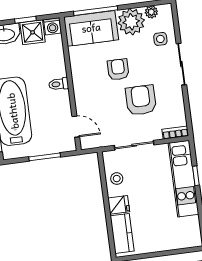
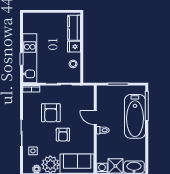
door: (76, 127) -> (95, 118), moved

